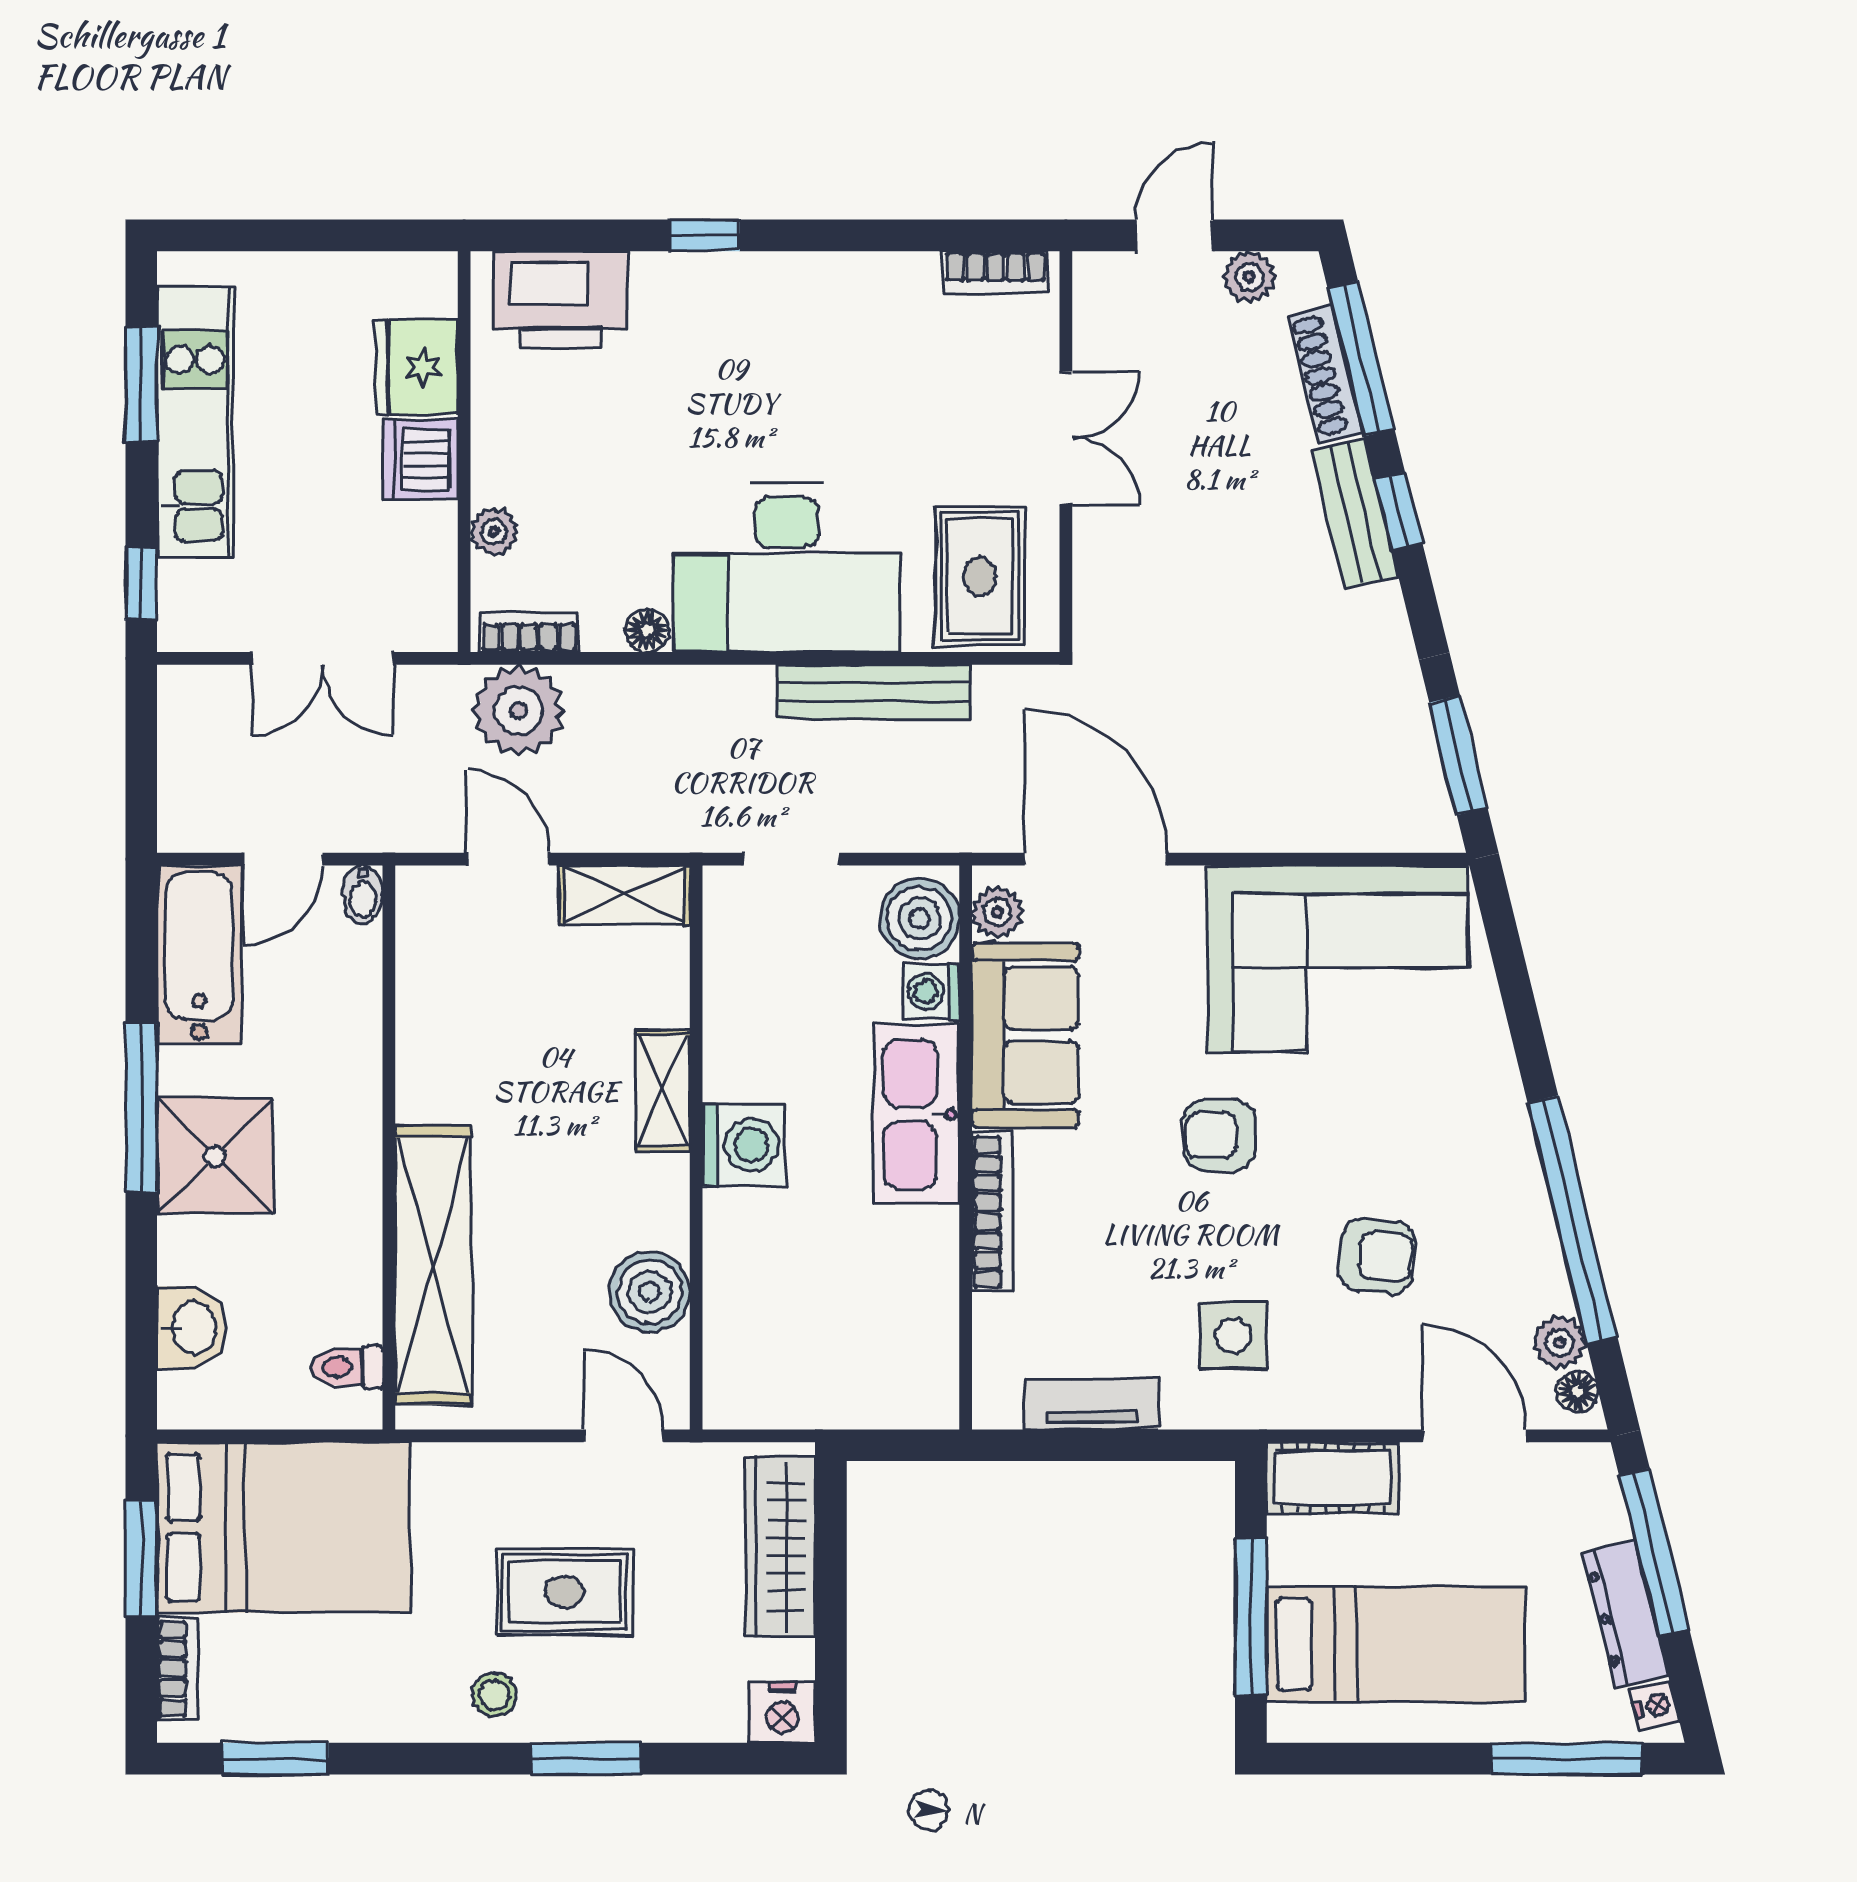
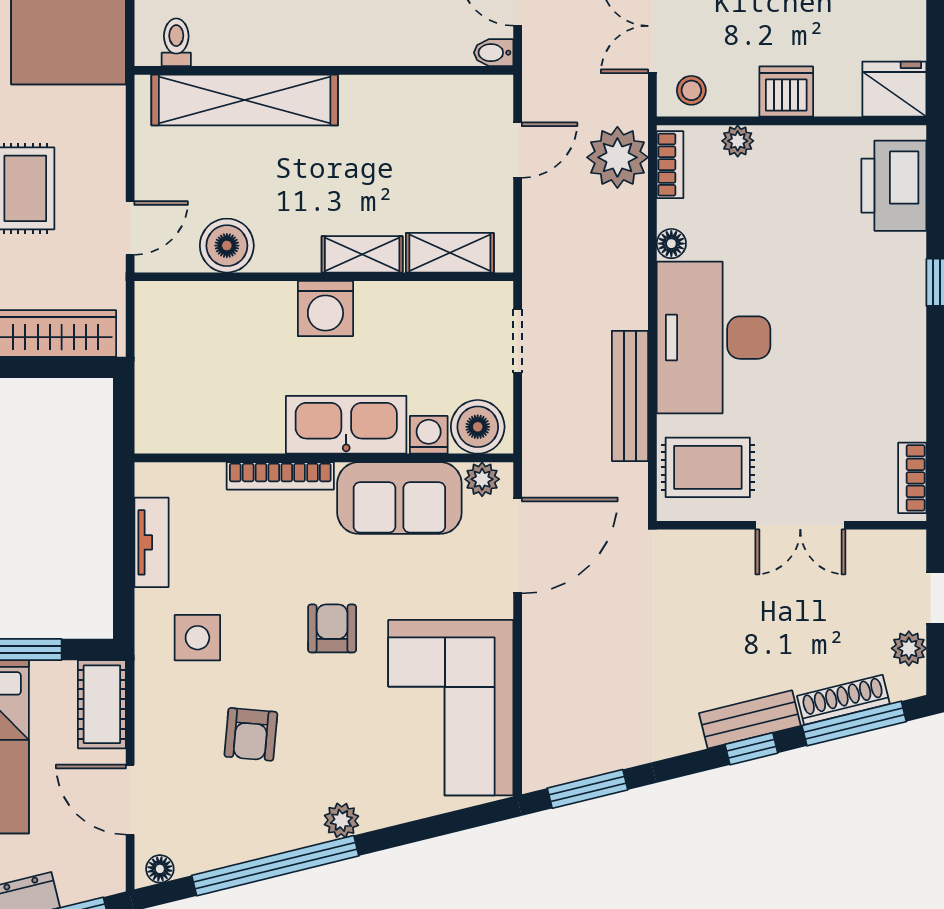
fridge: (417, 367) -> (894, 89), moved
stool: (419, 601) -> (691, 90), added
shelving: (624, 895) -> (450, 253), moved, turned 90
plant: (1559, 1343) -> (341, 820), moved
door: (1474, 1436) -> (130, 800), swing flipped

